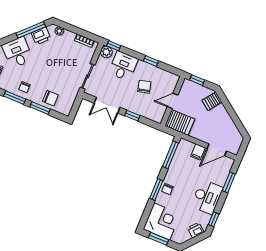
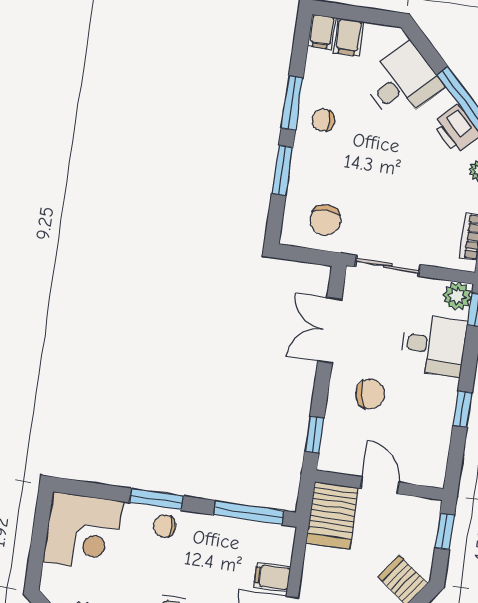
chair: (144, 87) -> (370, 394), moved
chair: (50, 98) -> (325, 220), moved
window: (132, 116) -> (314, 435), moved
window: (158, 239) -> (40, 535), removed

